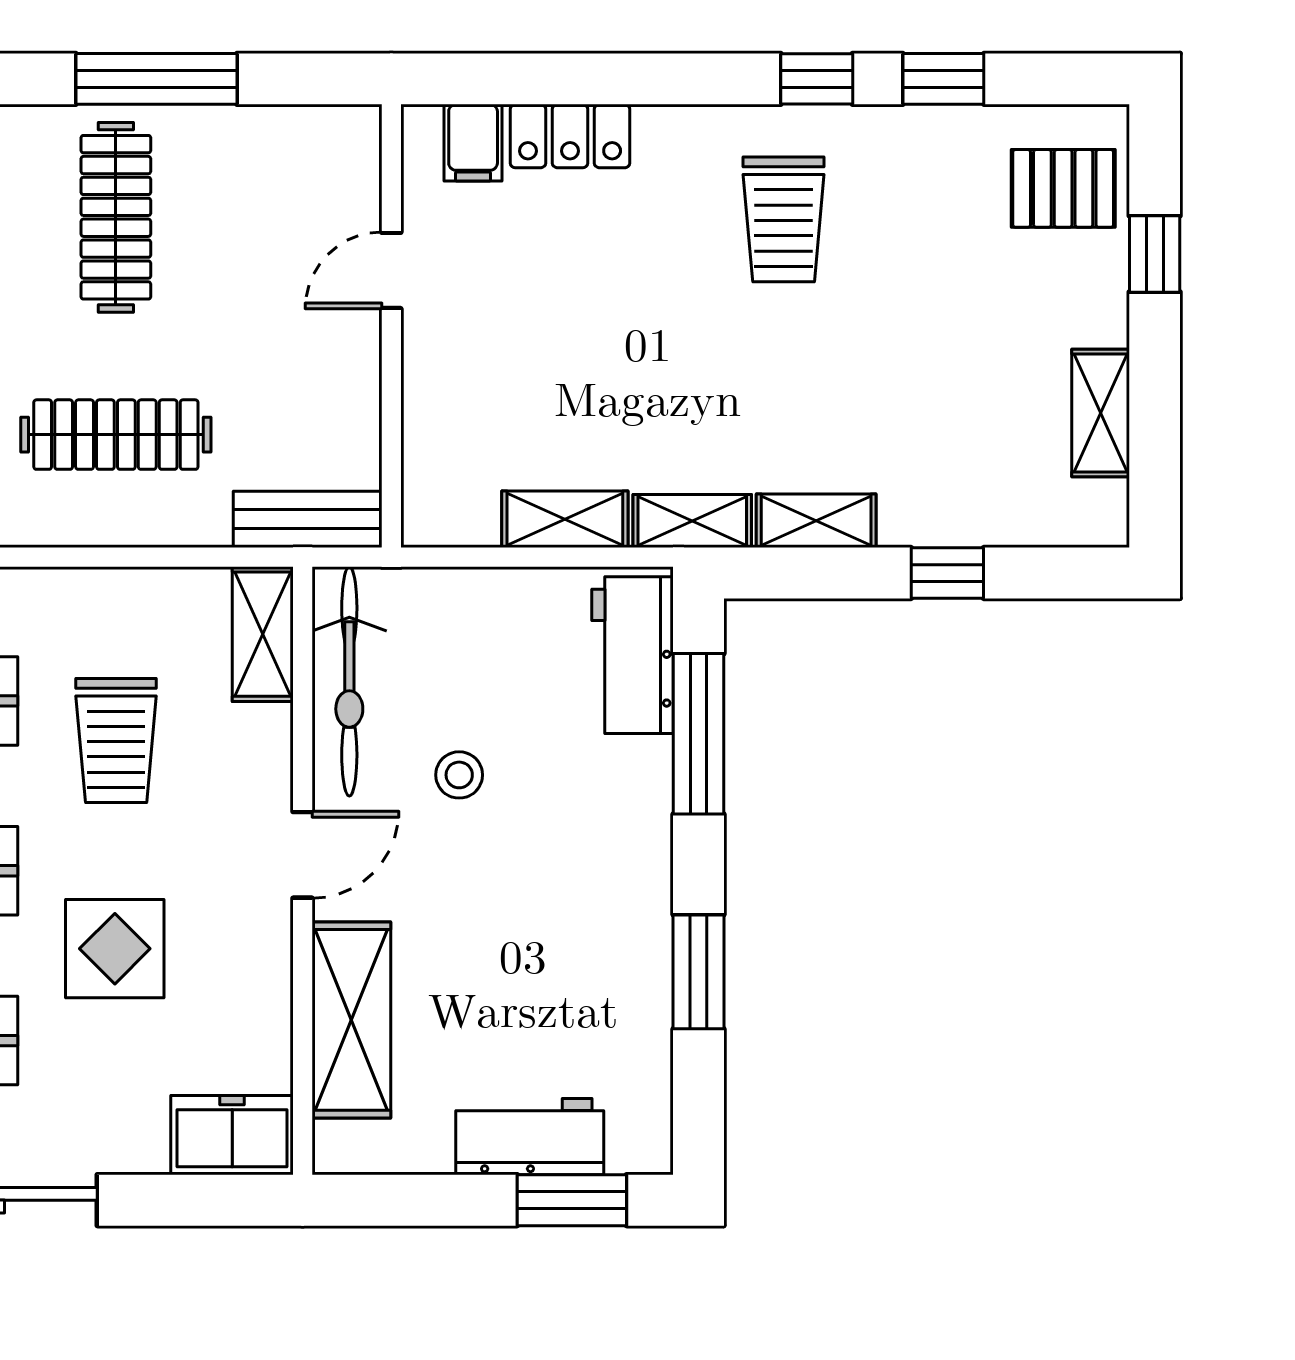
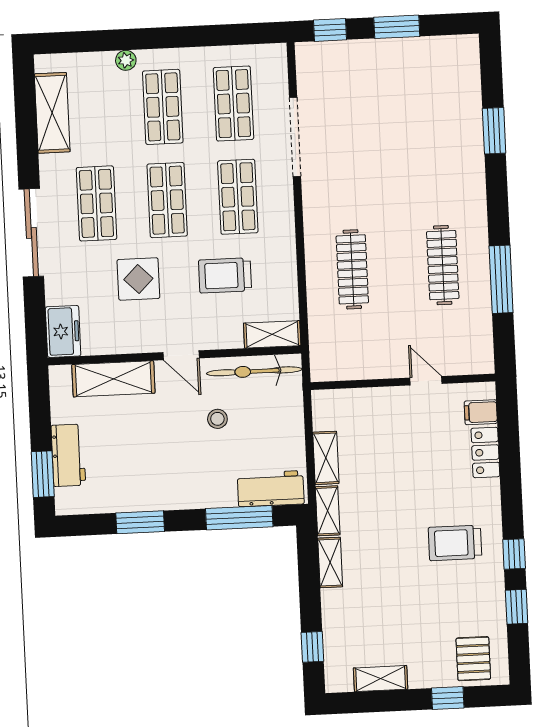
clothes rail: (116, 217) -> (443, 265), turned 90
bench: (308, 519) -> (321, 351), removed
window: (947, 573) -> (312, 647), moved

